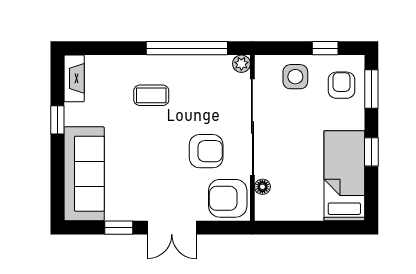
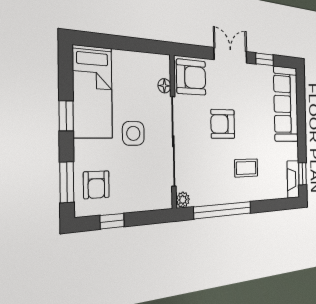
side table: (295, 77) -> (133, 133), moved
window: (57, 120) -> (302, 174), moved
armchair: (206, 151) -> (223, 124), moved

